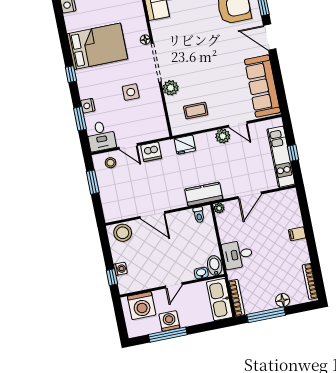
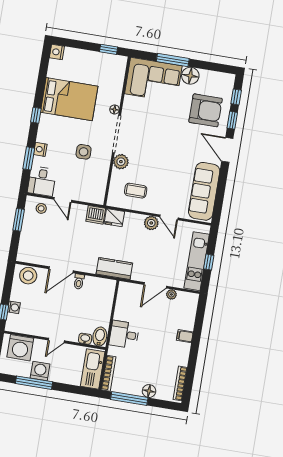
dishwasher: (151, 152) -> (96, 215), moved
plant: (219, 208) -> (171, 294), moved
door: (152, 215) -> (61, 270), hinge flipped
toilet: (199, 215) -> (79, 282), moved

